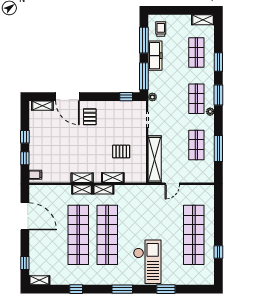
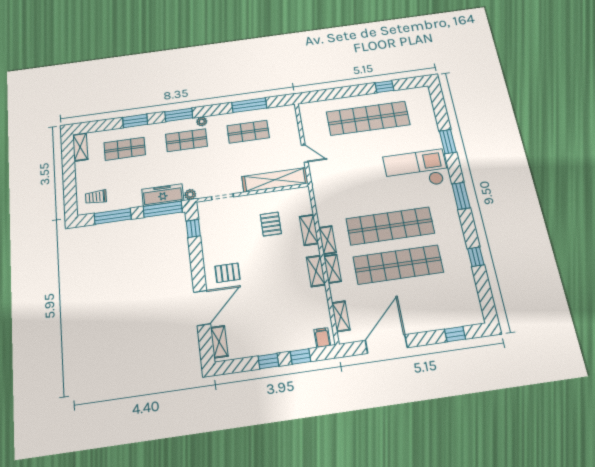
freezer: (155, 56) -> (163, 195), moved
shelving: (39, 280) -> (341, 316), moved

